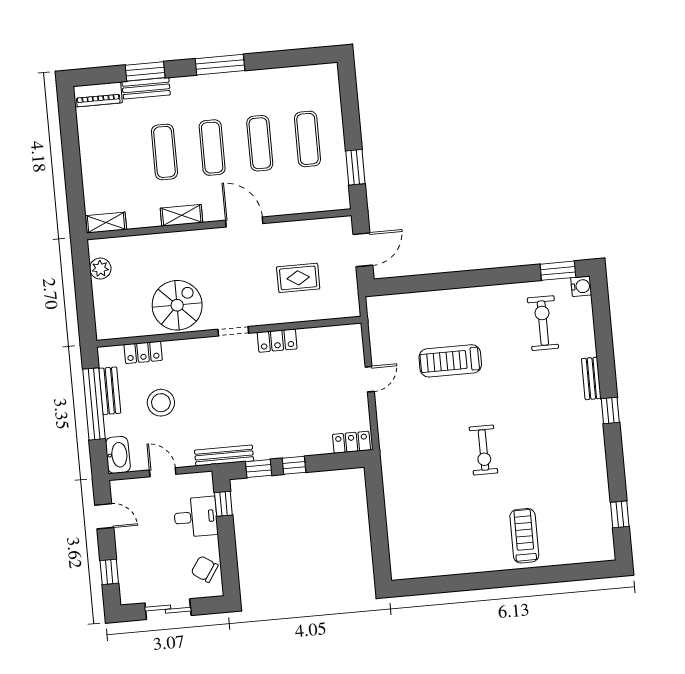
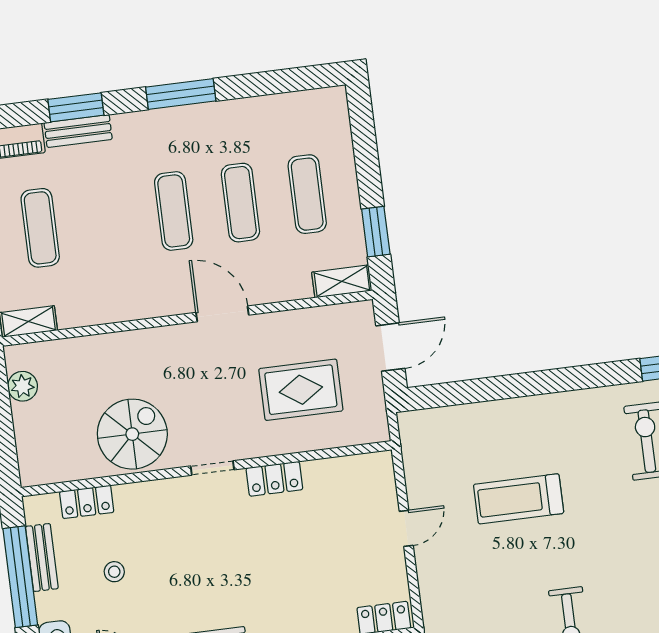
exercise mat: (164, 152) -> (40, 228), moved
shelving: (182, 215) -> (342, 281), moved
rug: (298, 278) -> (301, 390), width x1.36, depth x1.43
stool: (161, 403) -> (114, 572), width x0.53, depth x0.53

